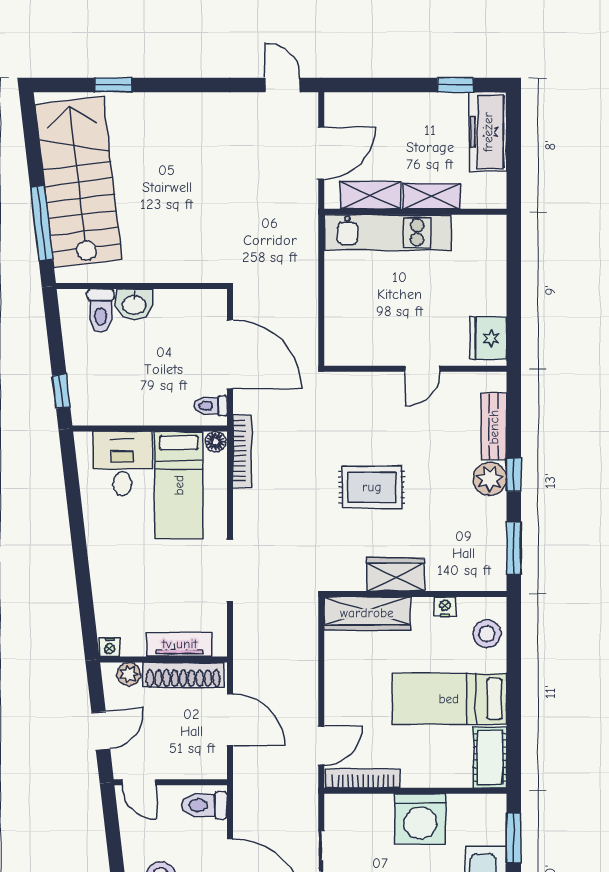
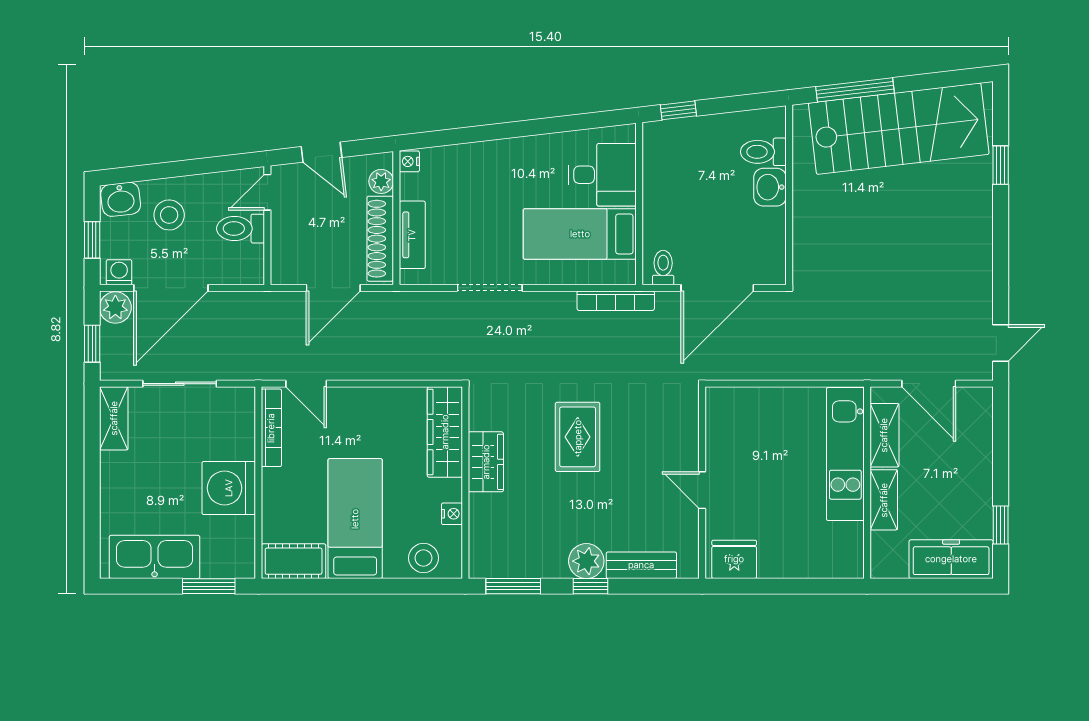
floor lamp: (215, 442) -> (625, 273), removed
toilet: (204, 805) -> (241, 229), moved, turned -90

